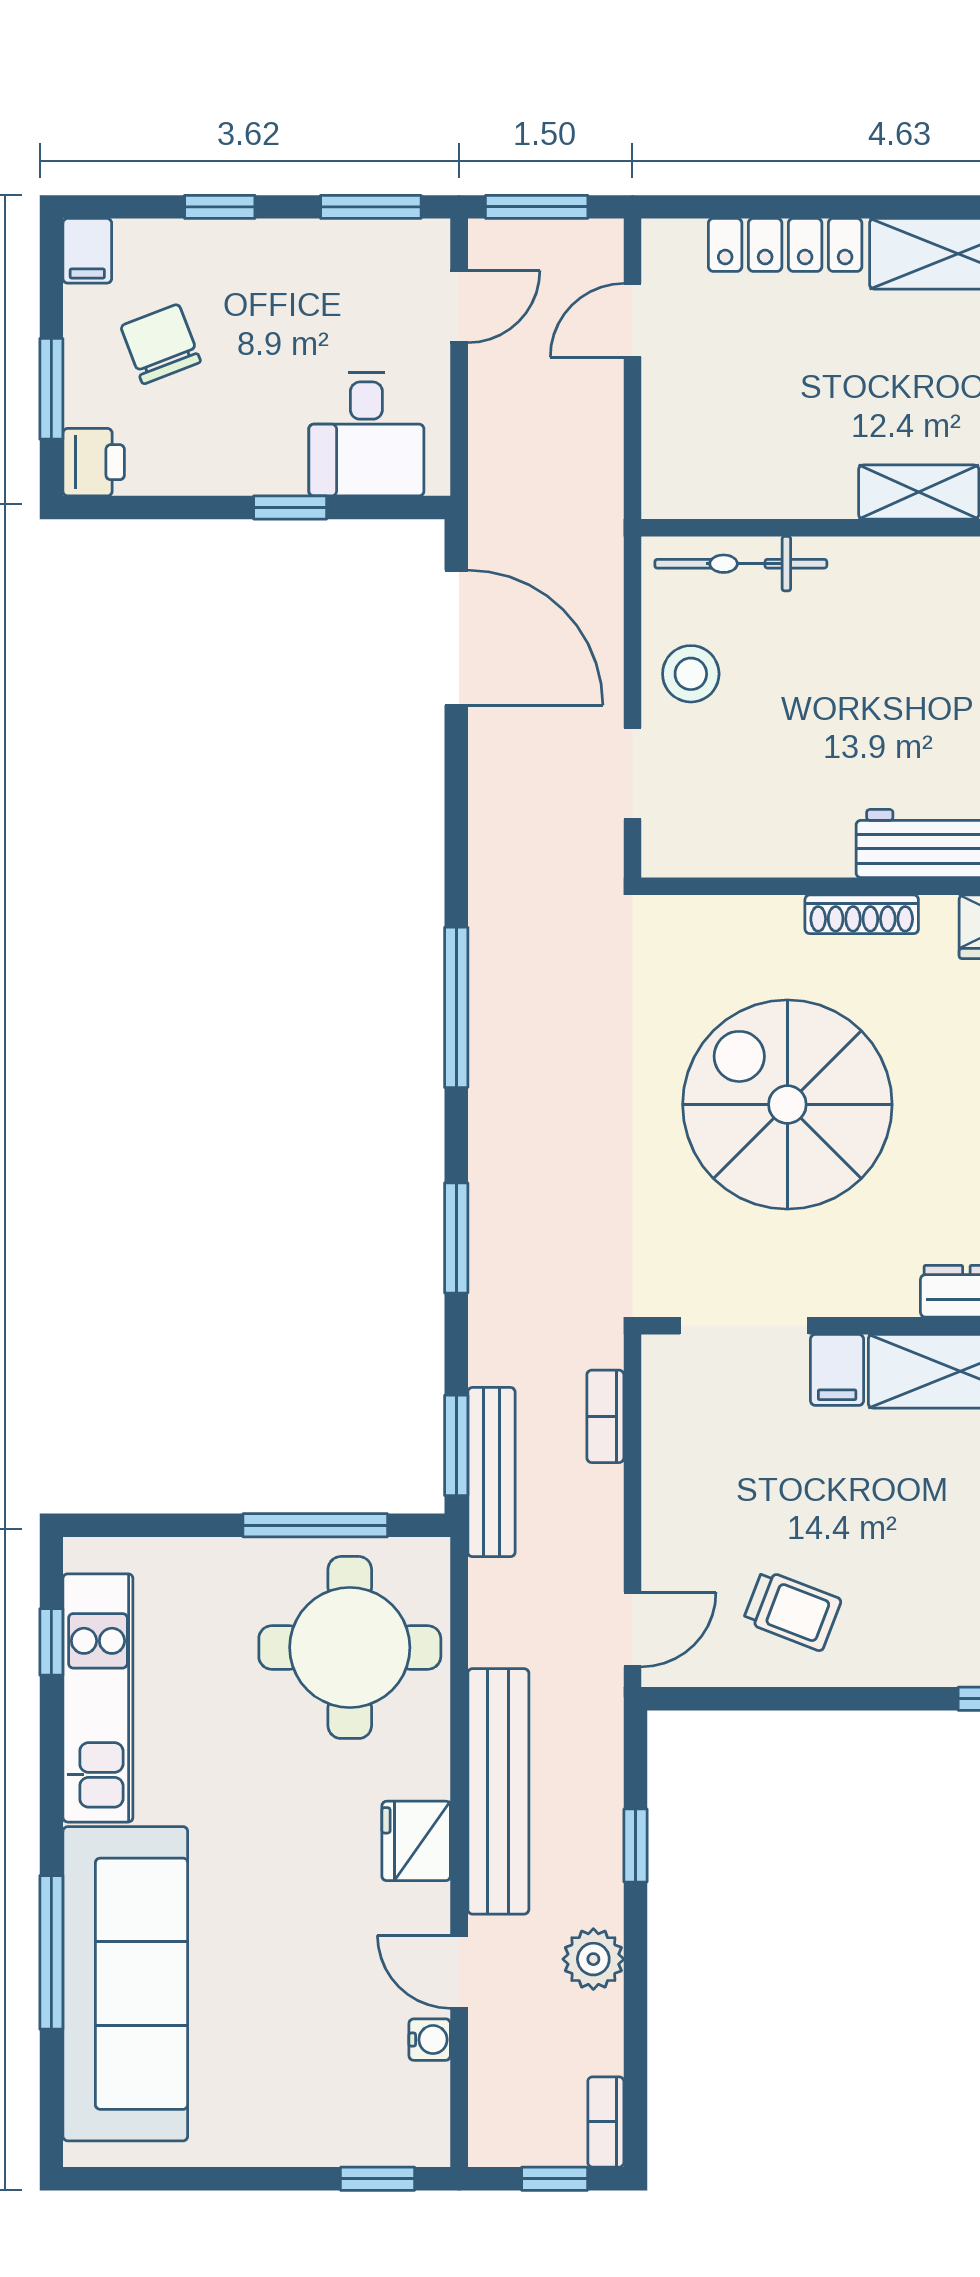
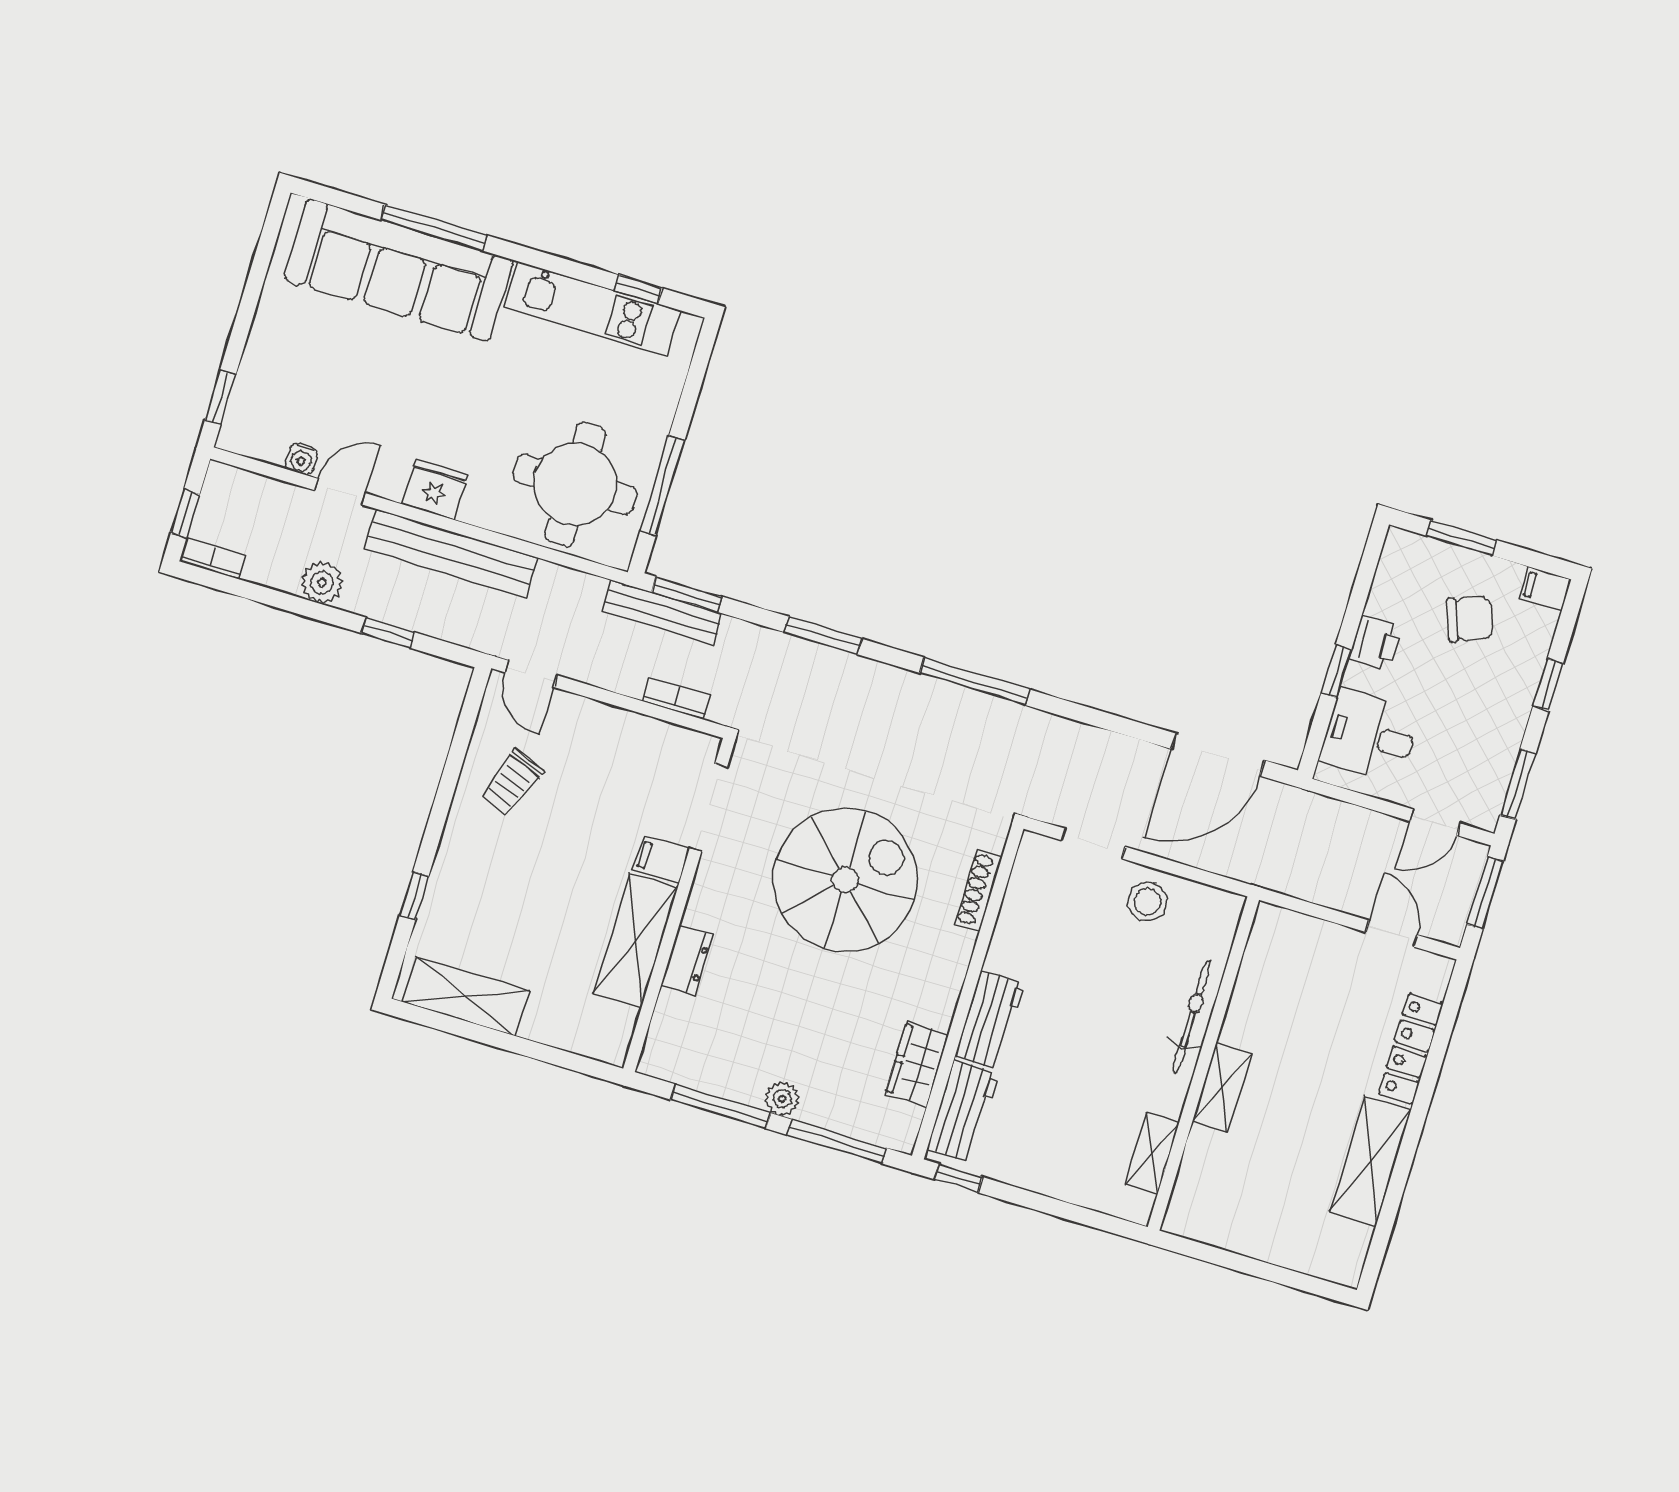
door: (459, 307) -> (1435, 822), hinge flipped
printer: (94, 462) -> (1375, 643), moved, turned -90
bicycle: (741, 564) -> (1192, 1017), moved
shoe rack: (862, 914) -> (978, 890), moved

